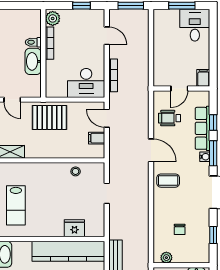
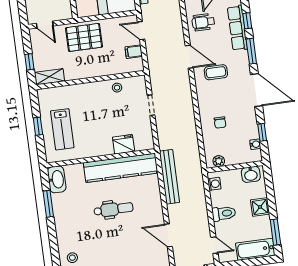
water cooler: (205, 157) -> (255, 144), moved
coffee table: (168, 181) -> (216, 72), moved
chair: (180, 229) -> (220, 122), moved

